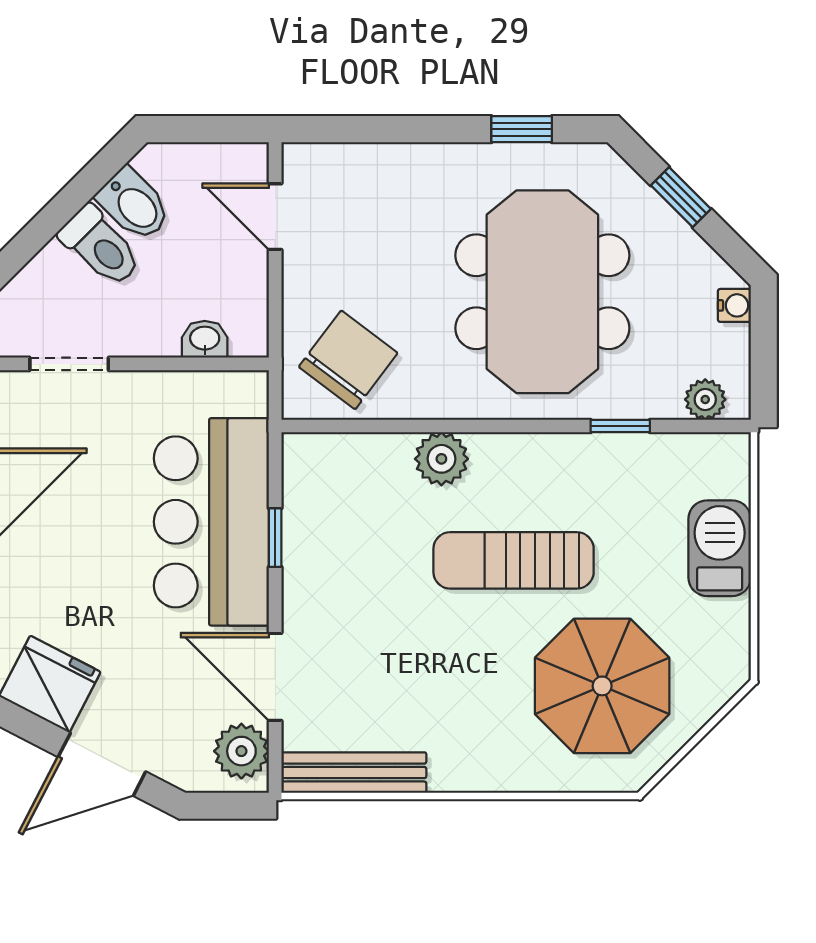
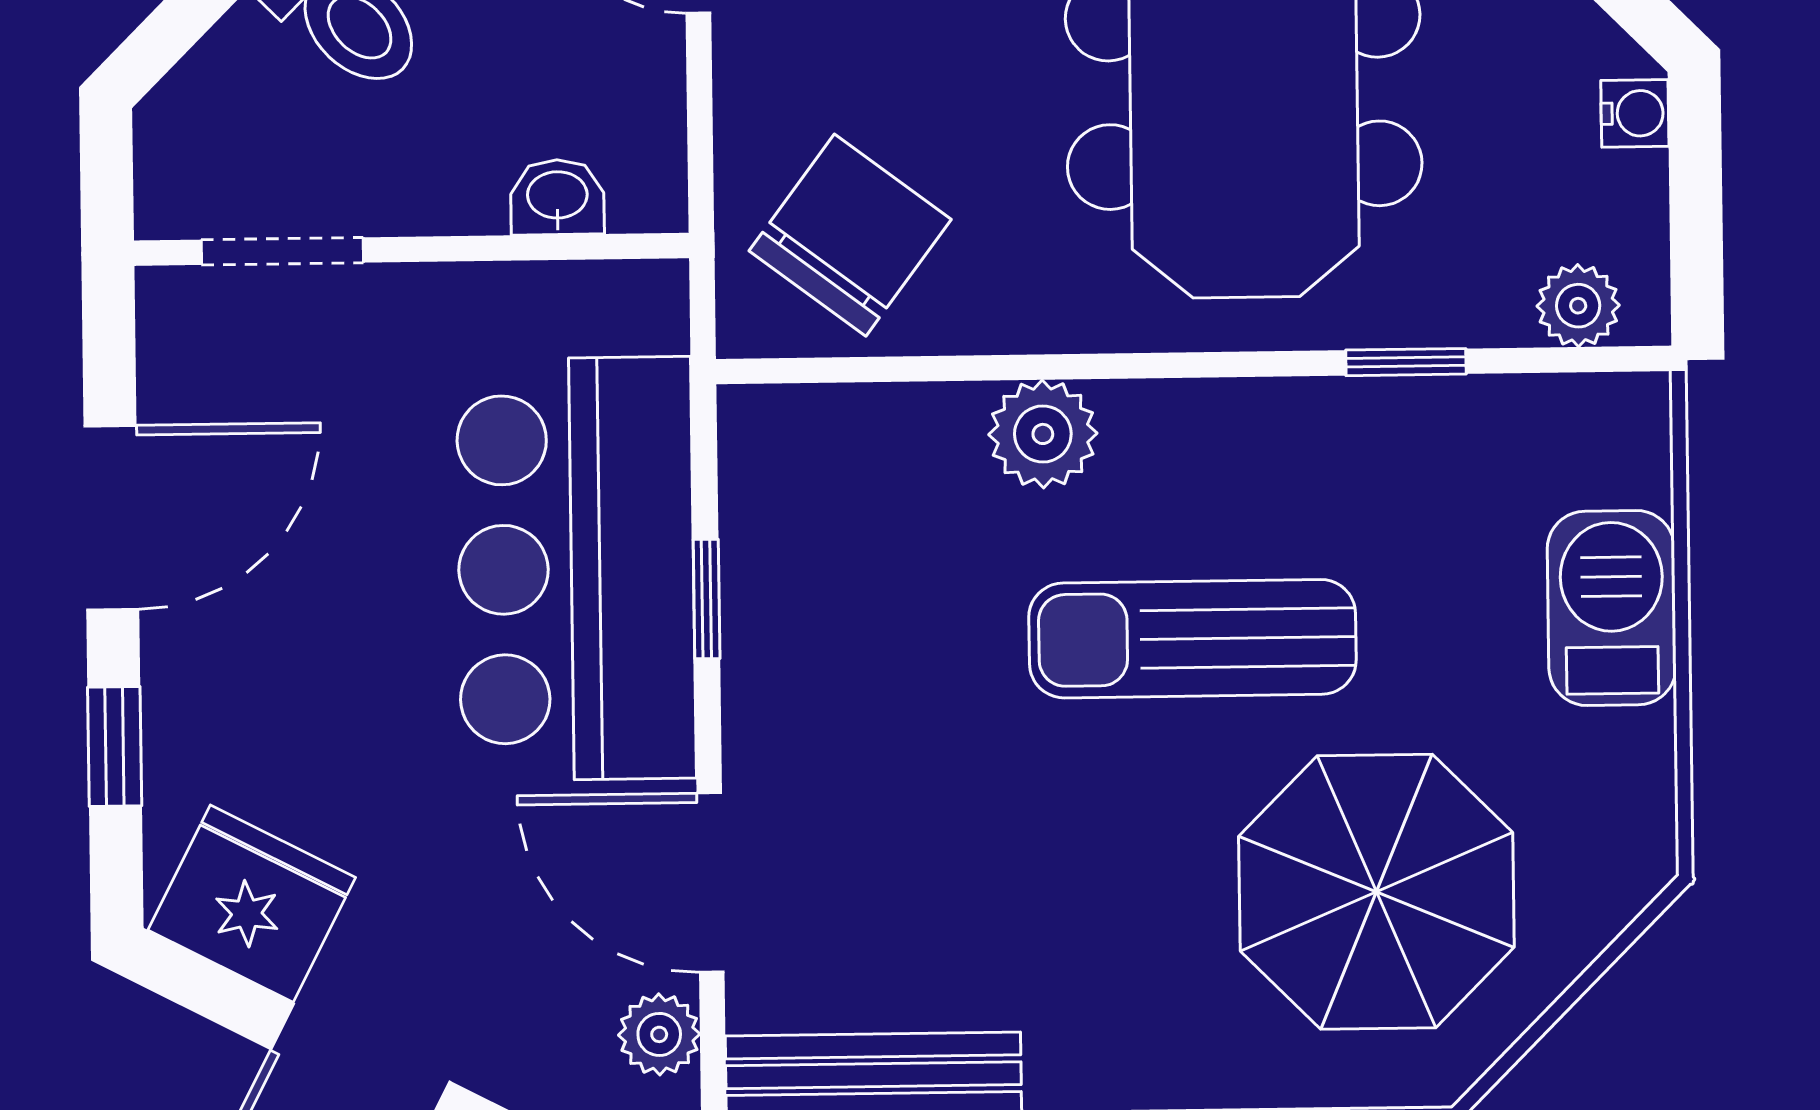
plant: (241, 751) -> (659, 1034), width x0.73, depth x0.73

